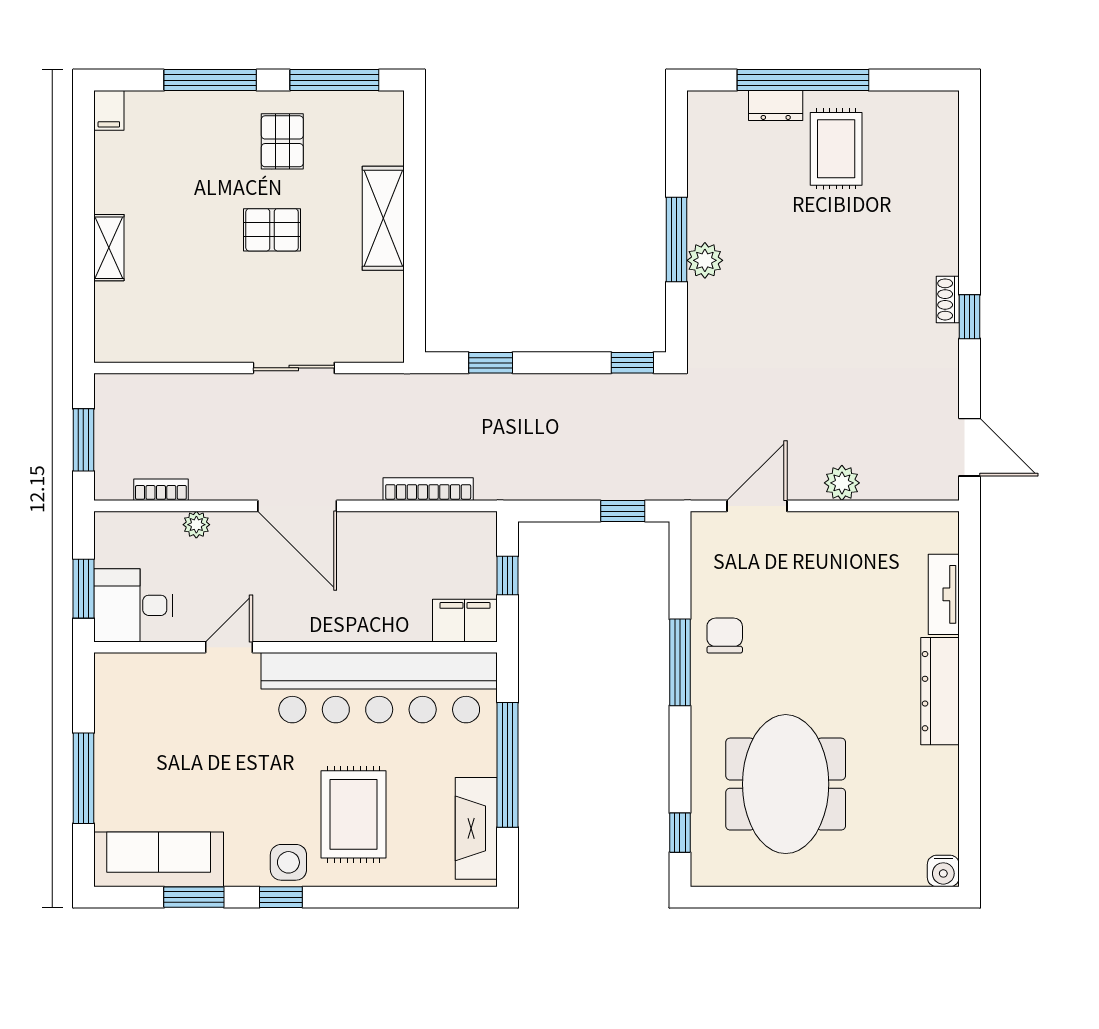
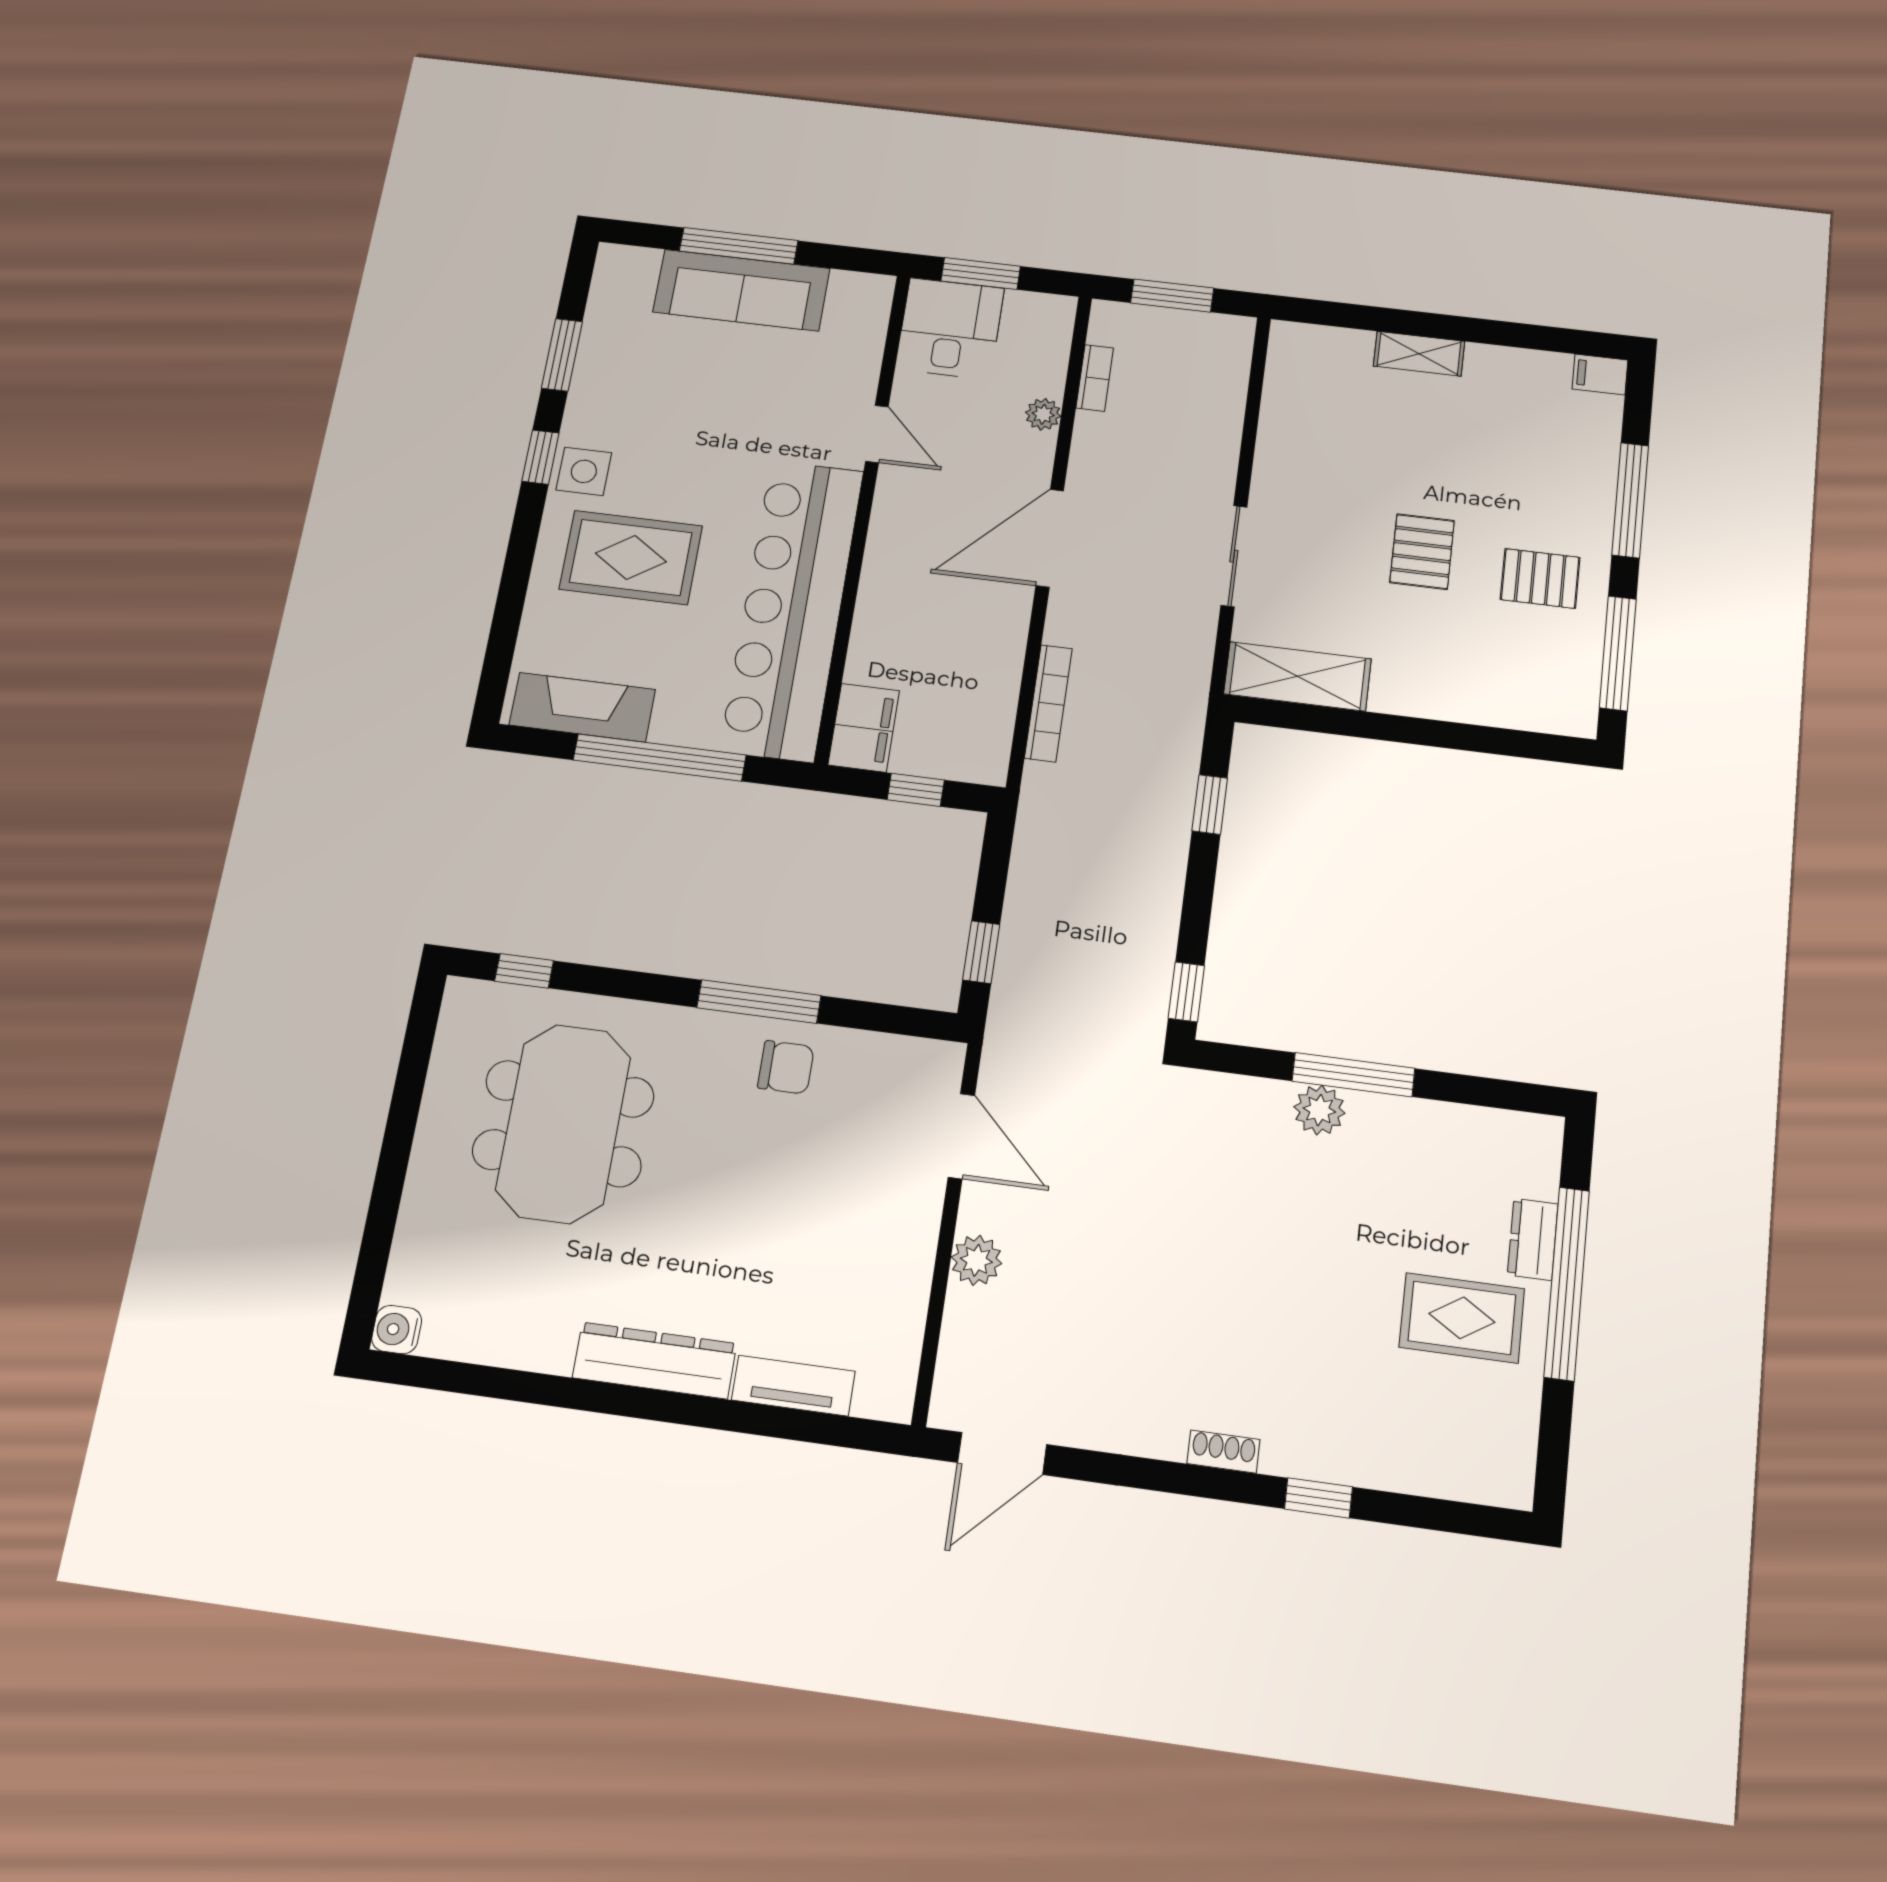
shelving: (383, 218) -> (1298, 676), moved
window: (970, 317) -> (1318, 1498), moved
meeting table: (786, 784) -> (563, 1123), turned 90
sofa: (159, 859) -> (741, 290), moved, turned 90

